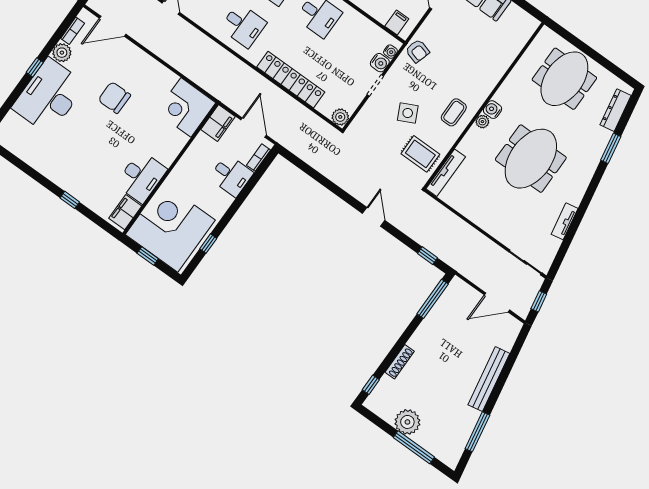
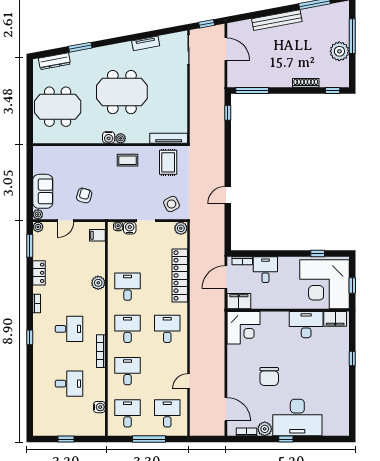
armchair: (417, 51) -> (84, 195), moved
side table: (408, 113) -> (172, 204), moved
door: (374, 217) -> (228, 195), moved

